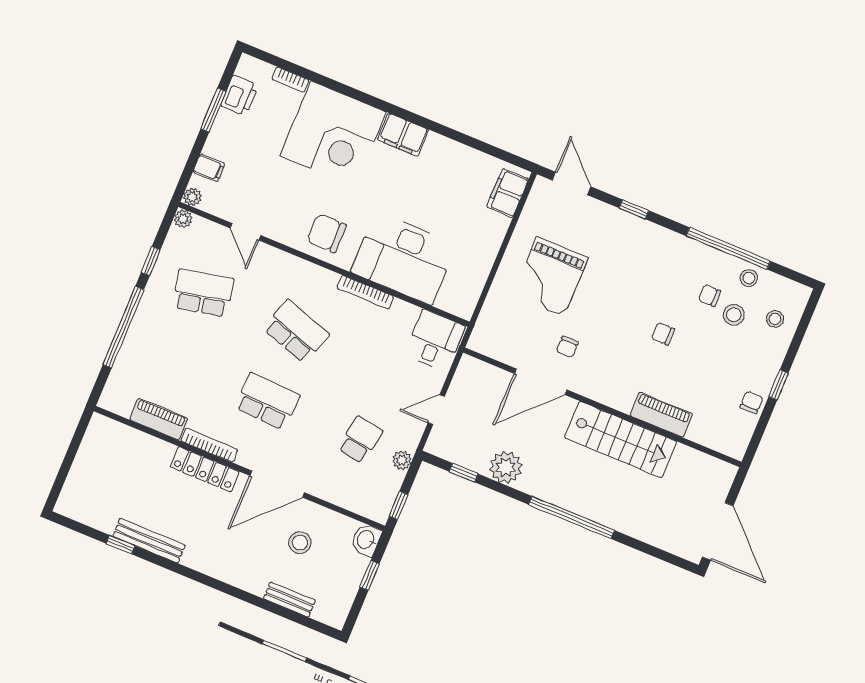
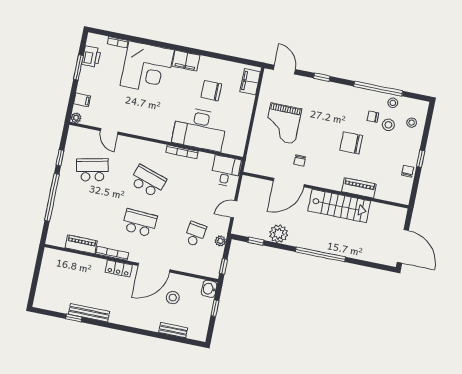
plant: (183, 219) -> (73, 131), removed
chair: (327, 233) -> (211, 91), moved
chair: (663, 334) -> (351, 143), width x1.87, depth x1.87
locker: (205, 469) -> (119, 269), width x0.66

